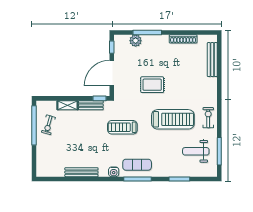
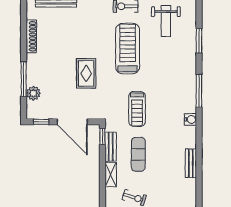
exercise mat: (137, 165) -> (138, 154), moved
bench: (81, 172) -> (191, 163), width x0.73

